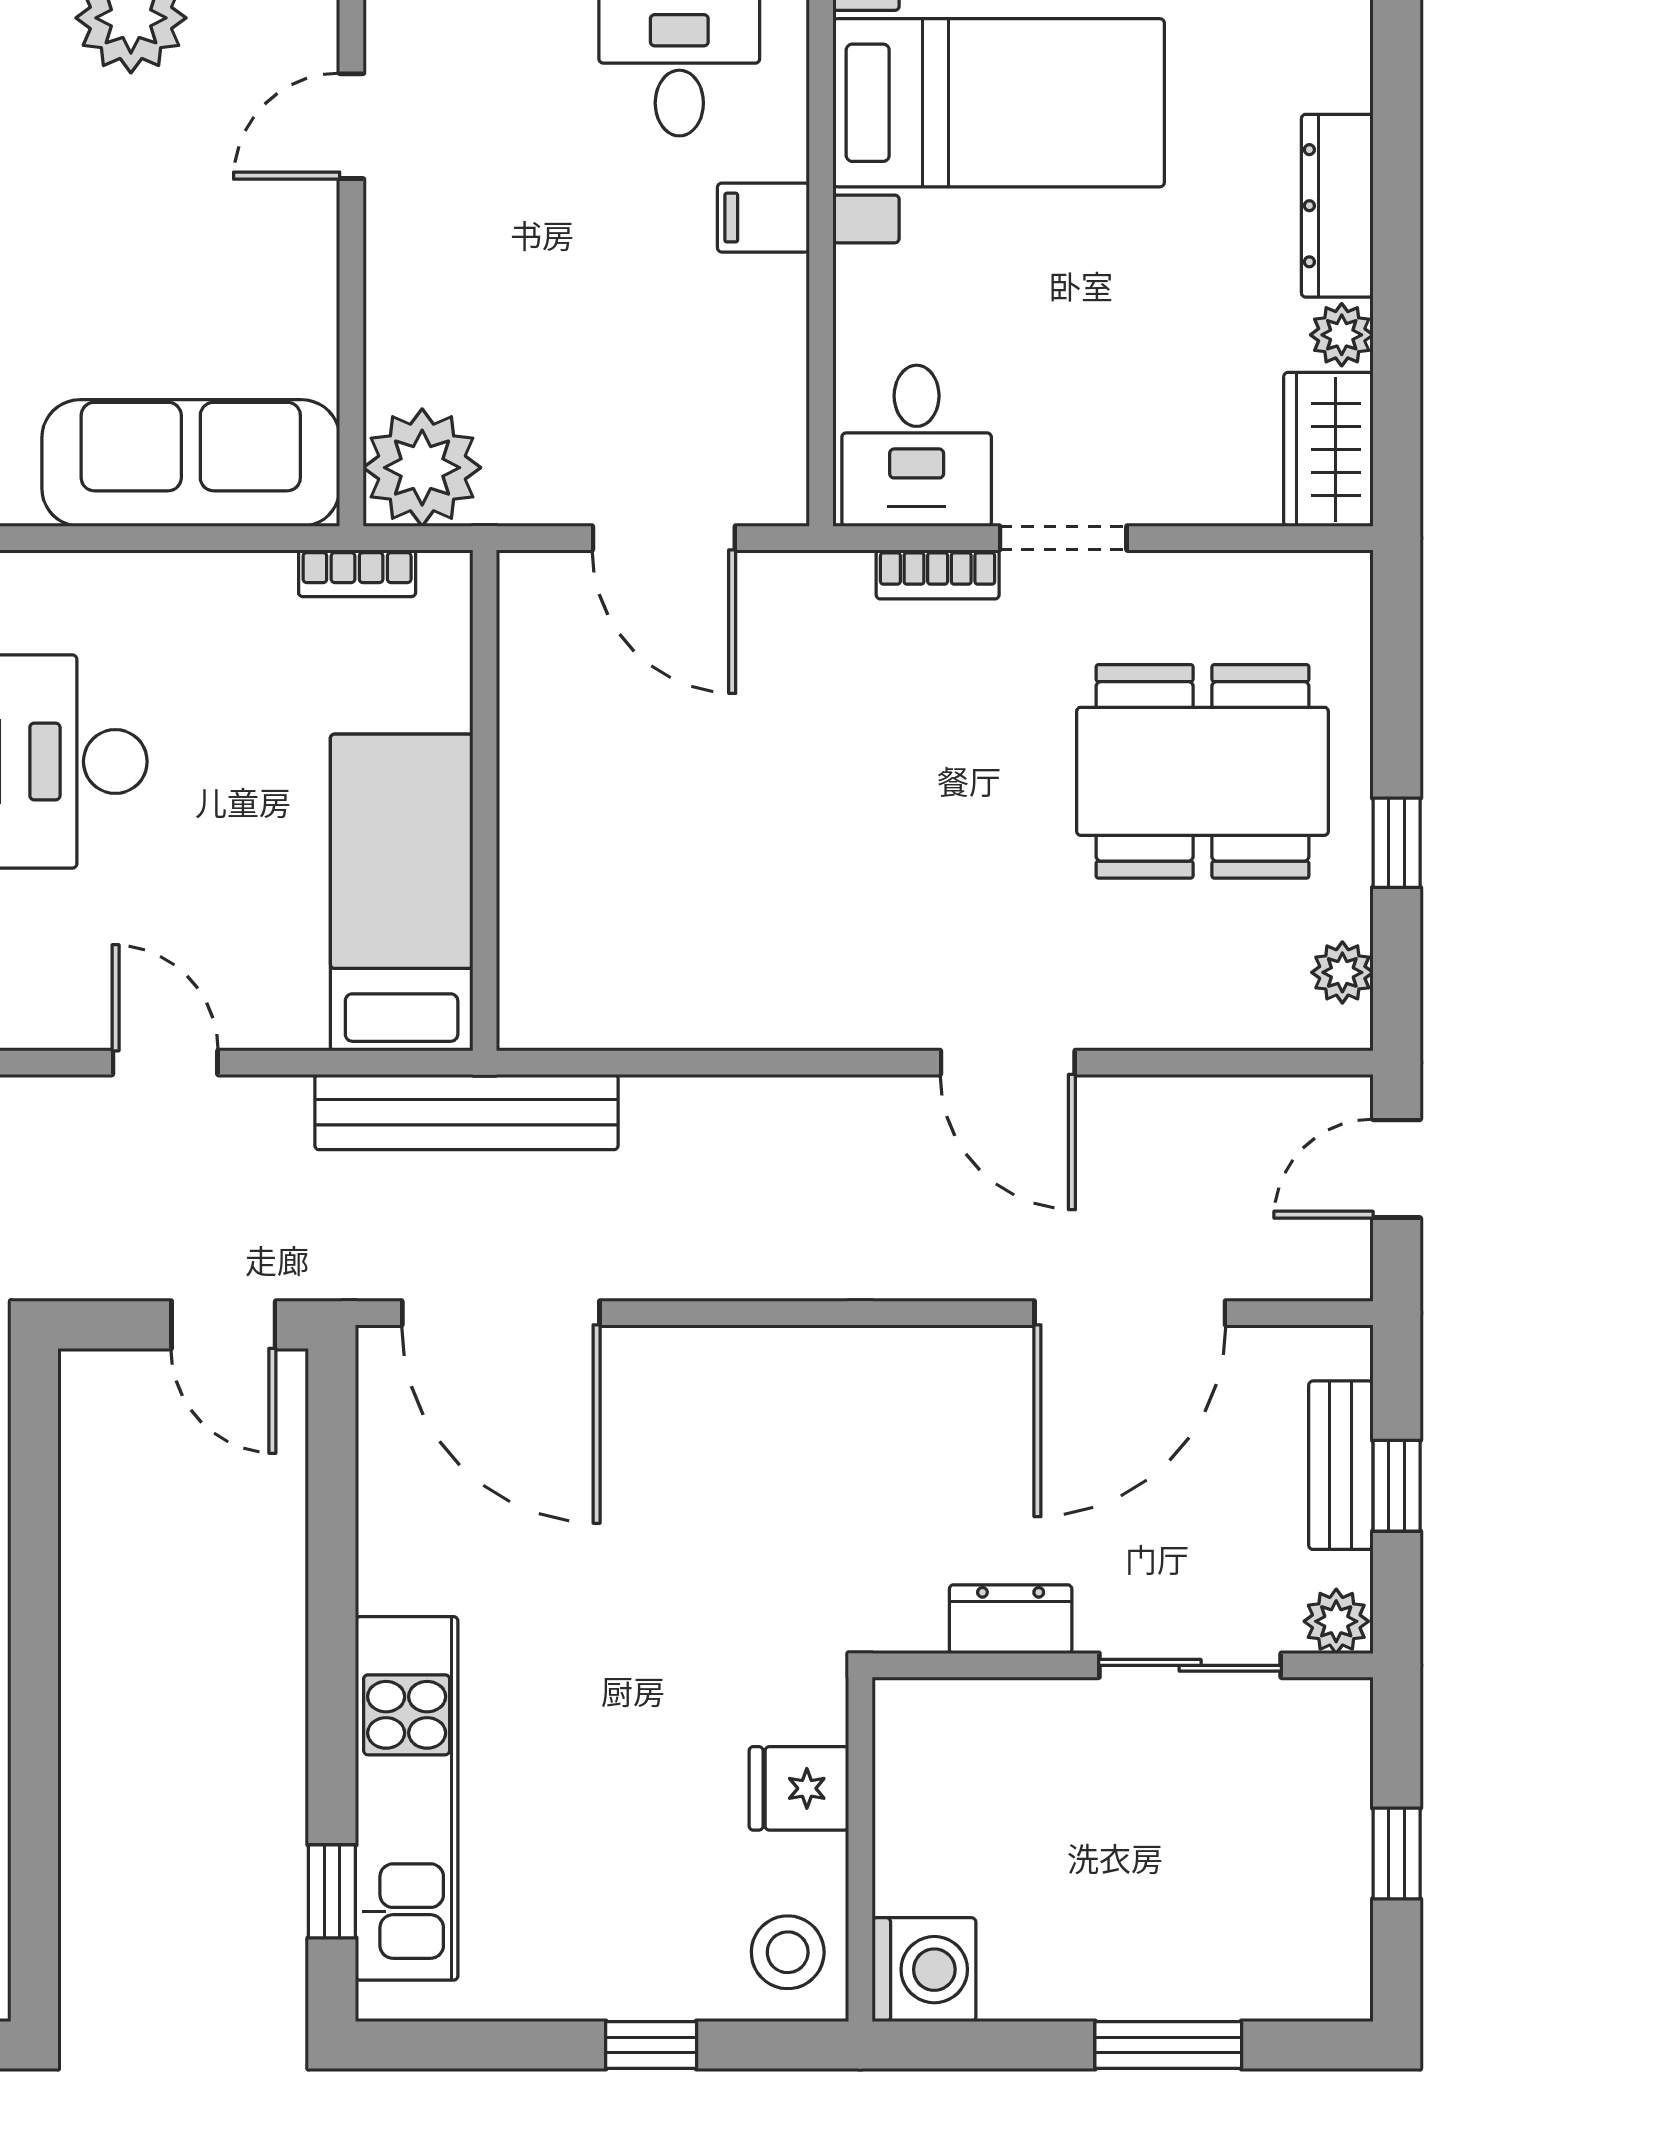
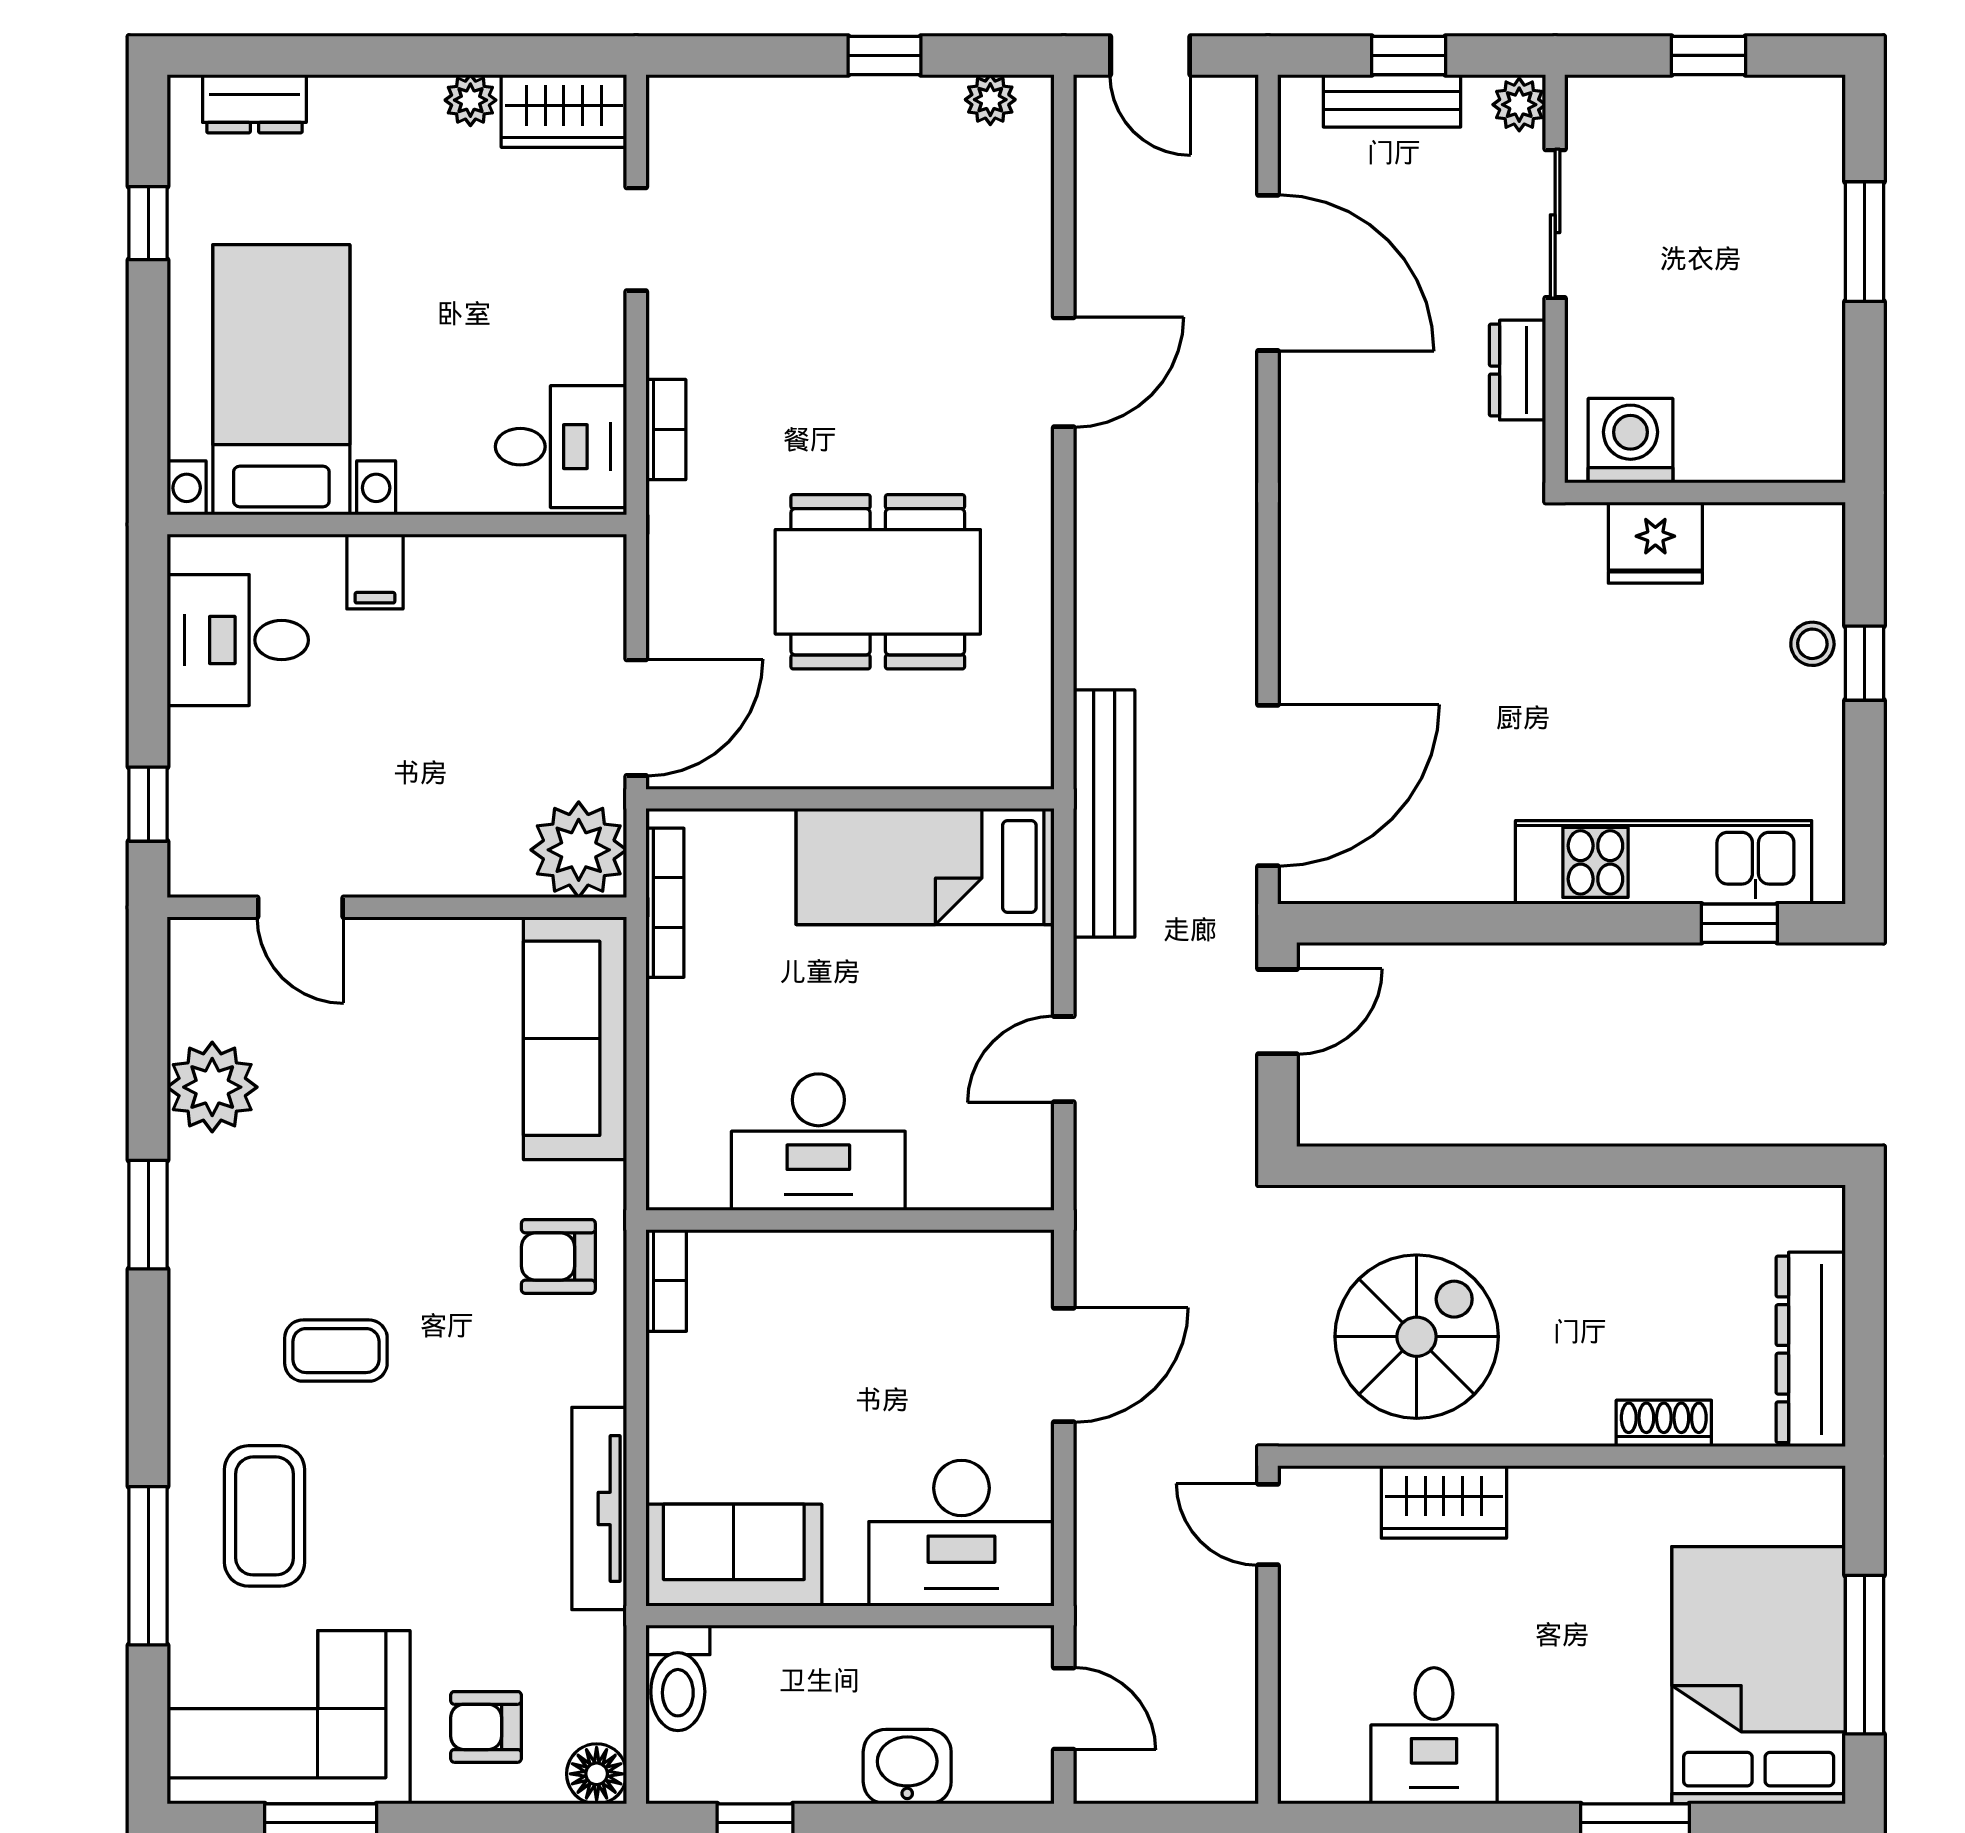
dresser: (1337, 206) -> (254, 104), moved, width x0.70
door: (664, 538) -> (636, 718), moved
doorway: (1063, 538) -> (636, 239), moved
bookcase: (357, 573) -> (665, 903), width x1.56
dining table: (1202, 771) -> (878, 582), moved, turned 90
fridge: (799, 1788) -> (1655, 543), width x1.38
stool: (788, 1952) -> (1812, 644), moved, width x0.73, depth x0.73
washing machine: (924, 1970) -> (1631, 441), moved

